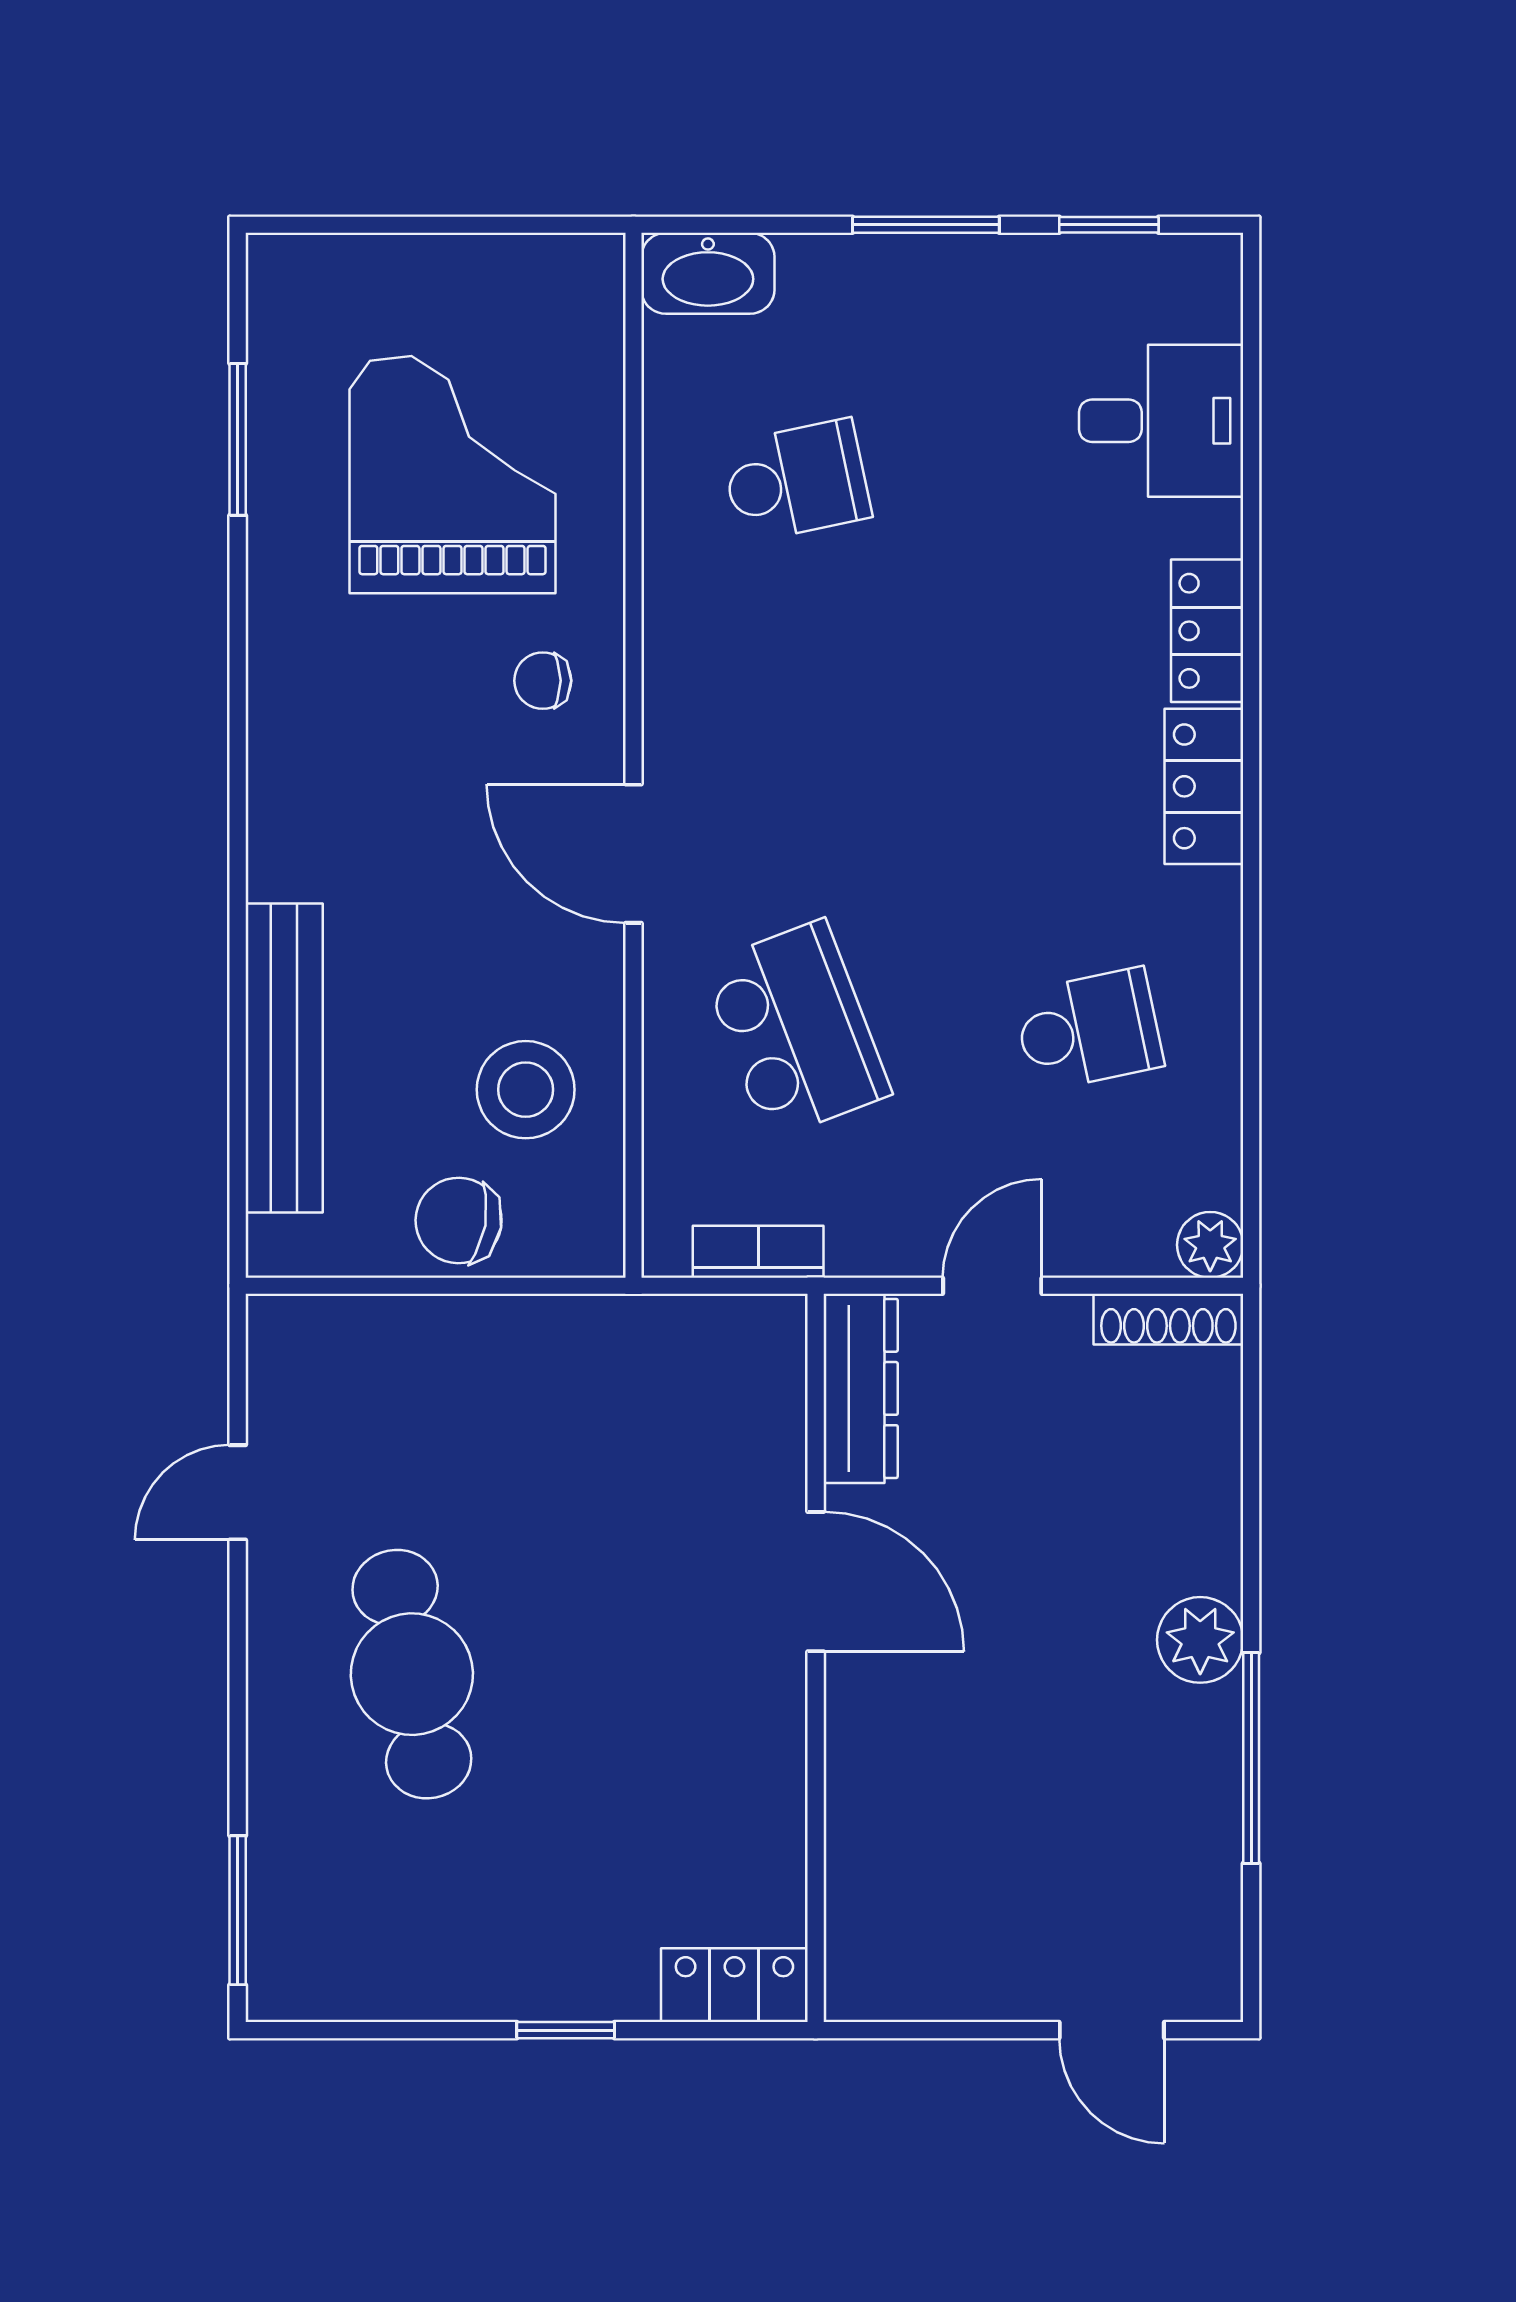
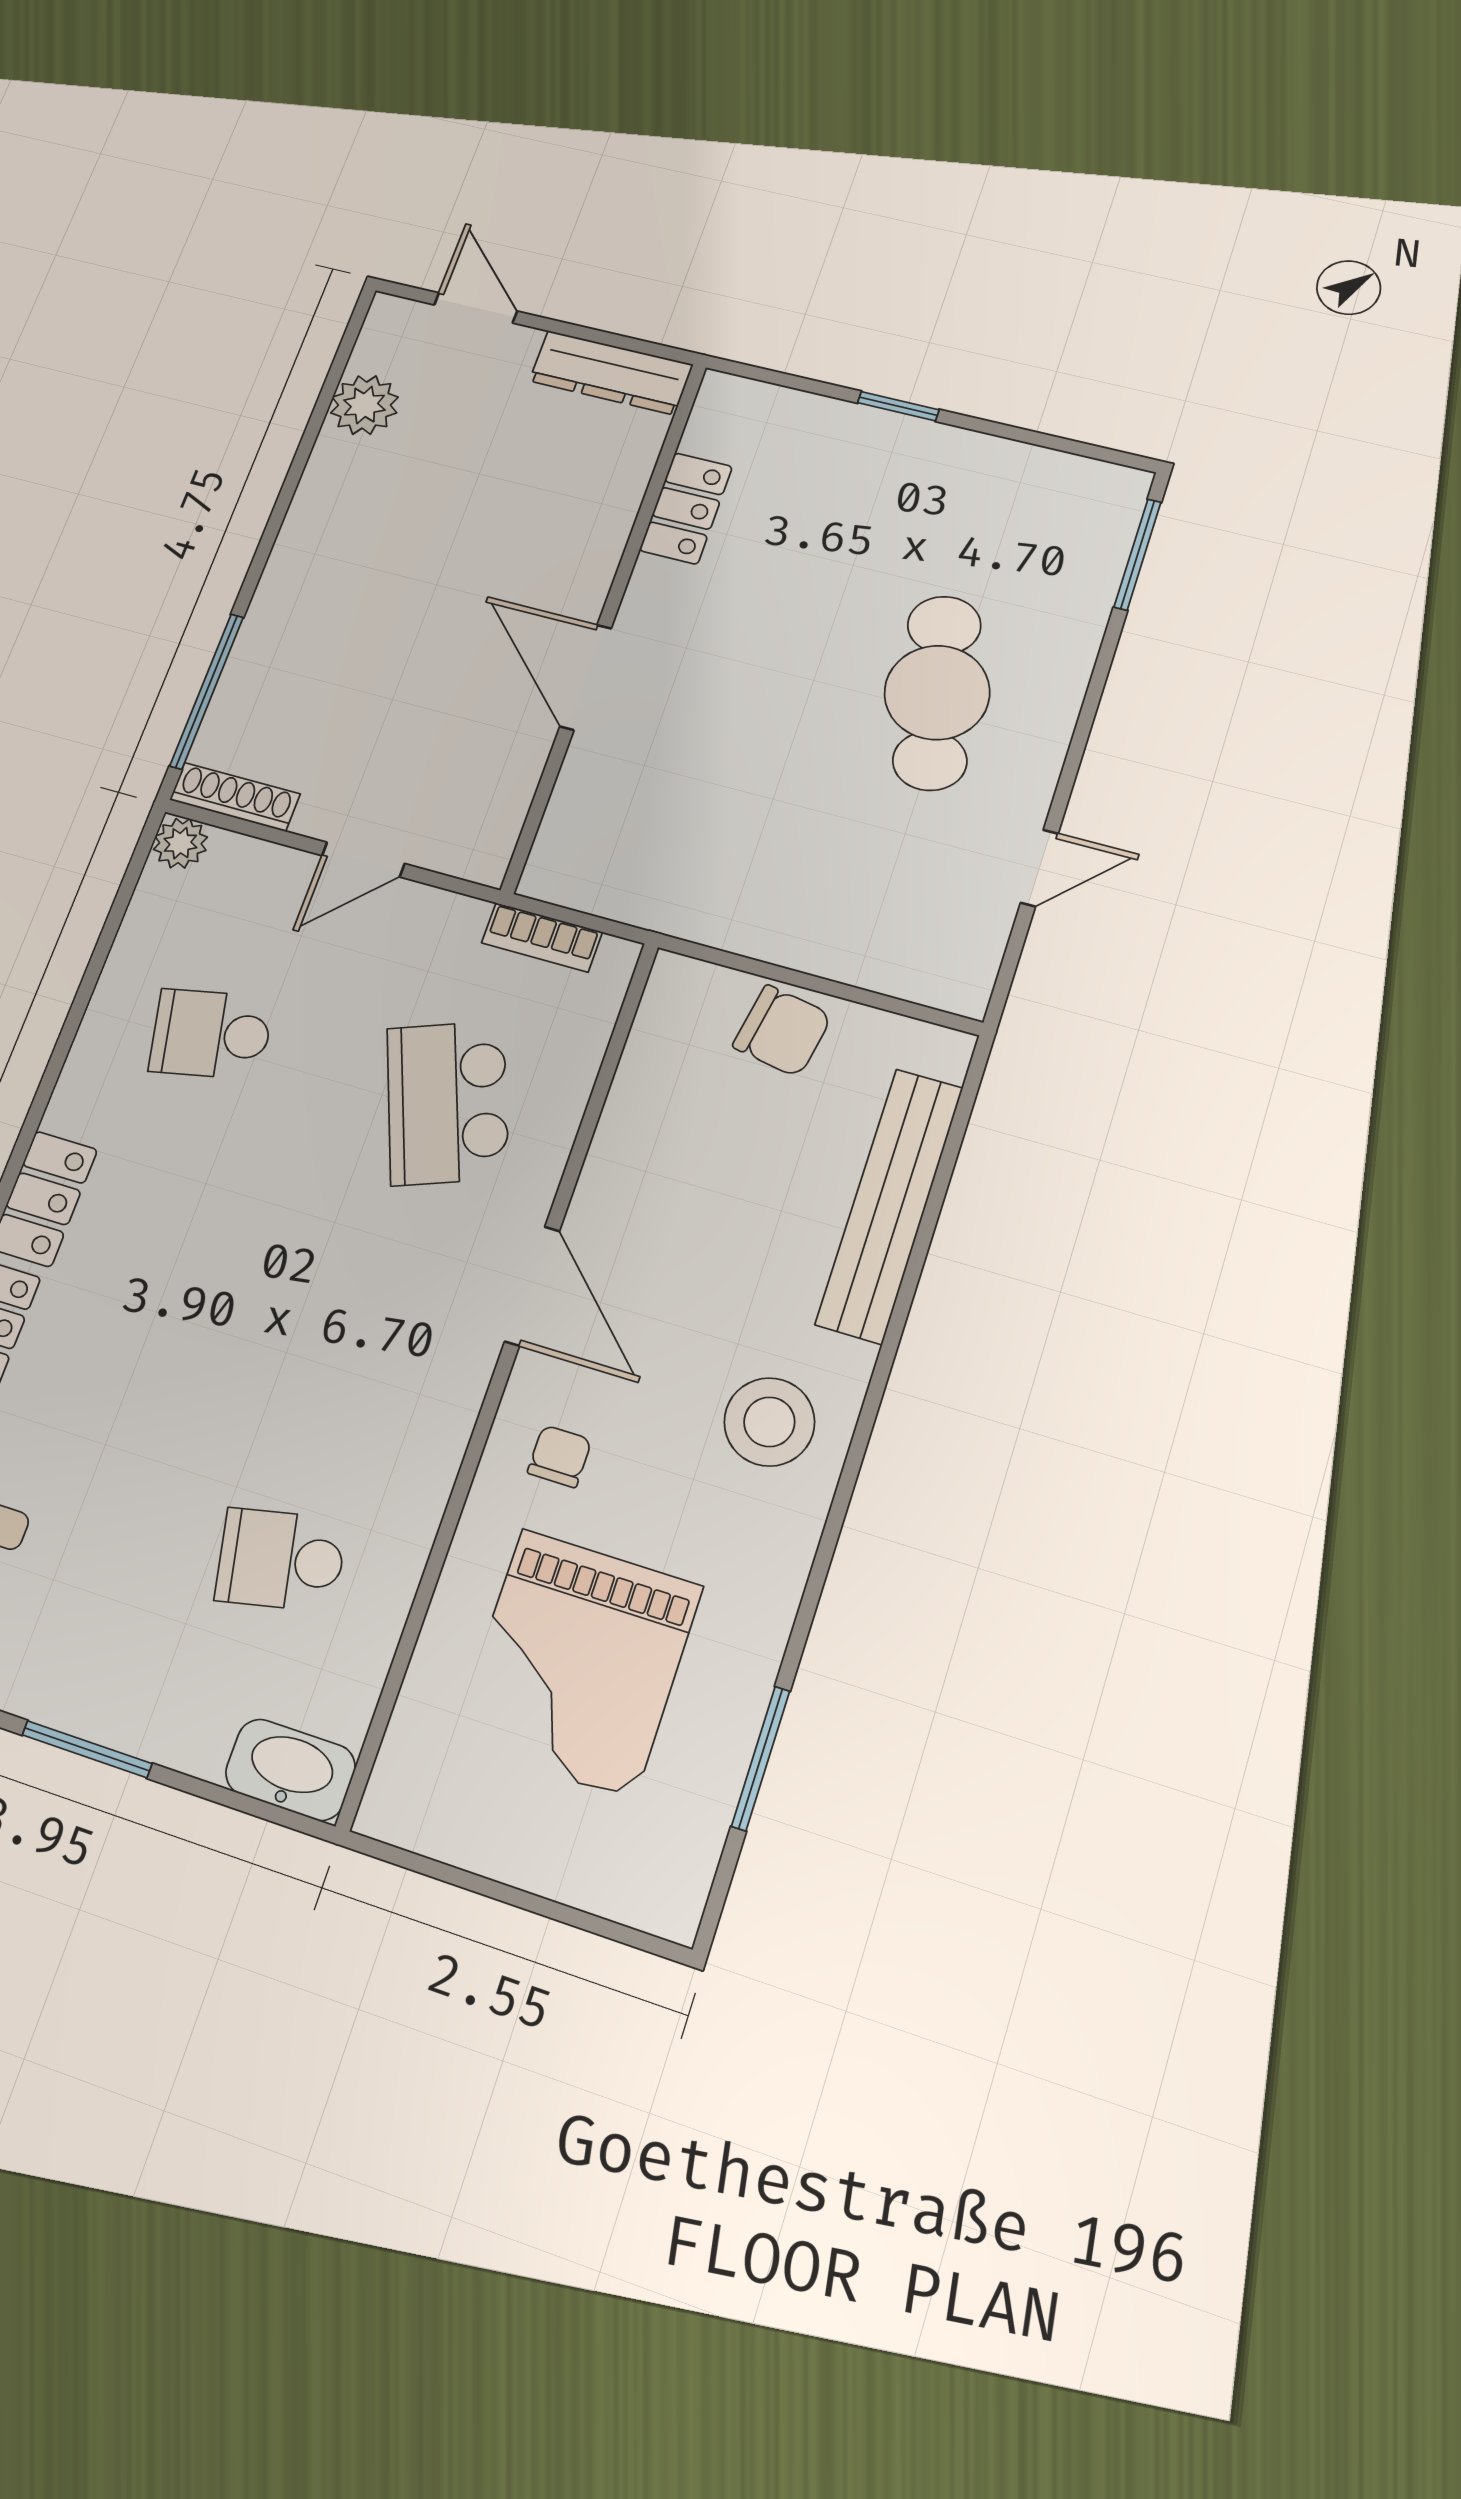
chair: (543, 681) -> (559, 1456), turned -90
stool: (526, 1090) -> (769, 1422), moved
dresser: (861, 1388) -> (611, 373), moved, turned -90
plant: (1200, 1640) -> (364, 405), moved
window: (1251, 1758) -> (207, 691), moved
locker: (734, 1985) -> (686, 508), moved, turned -90

